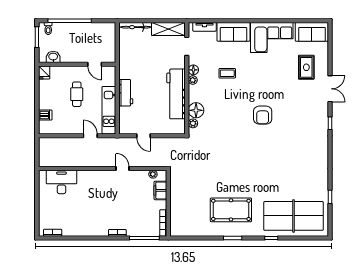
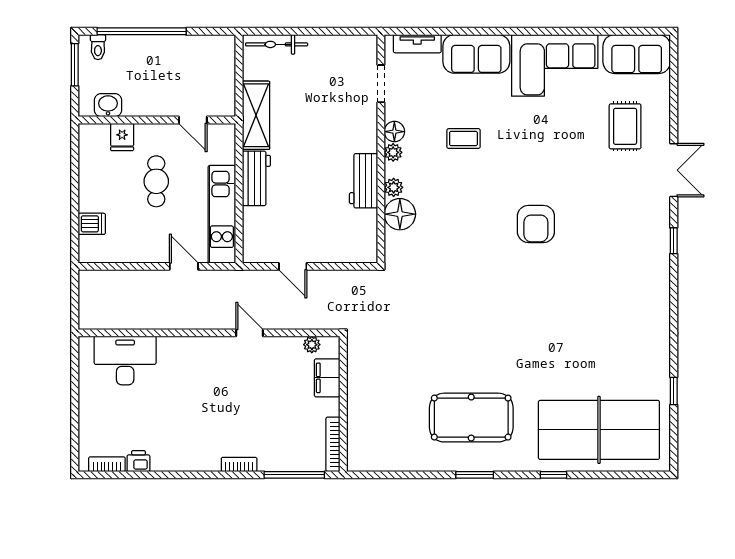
shelving: (168, 29) -> (256, 115), moved, turned 90
fridge: (44, 72) -> (122, 137), moved
workbench: (176, 94) -> (364, 181), width x0.53, depth x0.76
plant: (193, 123) -> (394, 187), moved
printer: (68, 231) -> (138, 461), added

